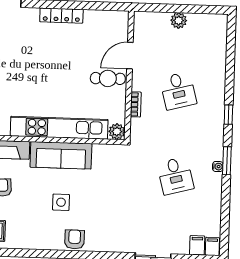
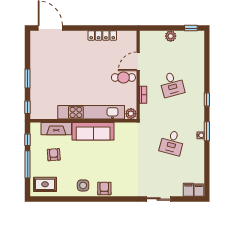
window: (209, 10) -> (191, 28), added
locker: (61, 16) -> (102, 35), moved
desk: (175, 176) -> (172, 143), turned 30
side table: (61, 202) -> (83, 185), moved

